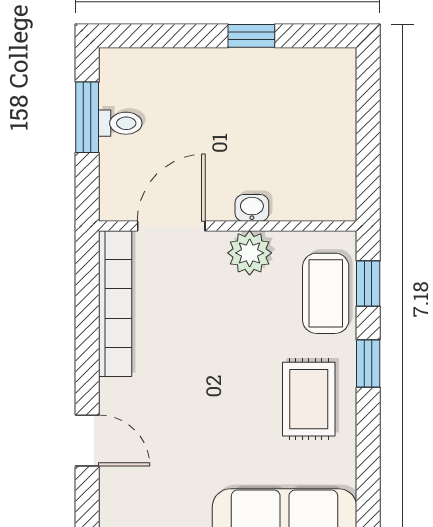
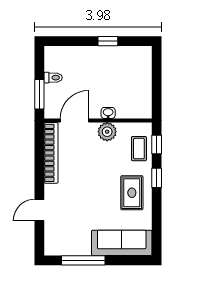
window: (87, 117) -> (39, 94), moved
coffee table: (326, 293) -> (139, 149), width x0.73, depth x0.77
door: (87, 440) -> (39, 210), swing flipped

